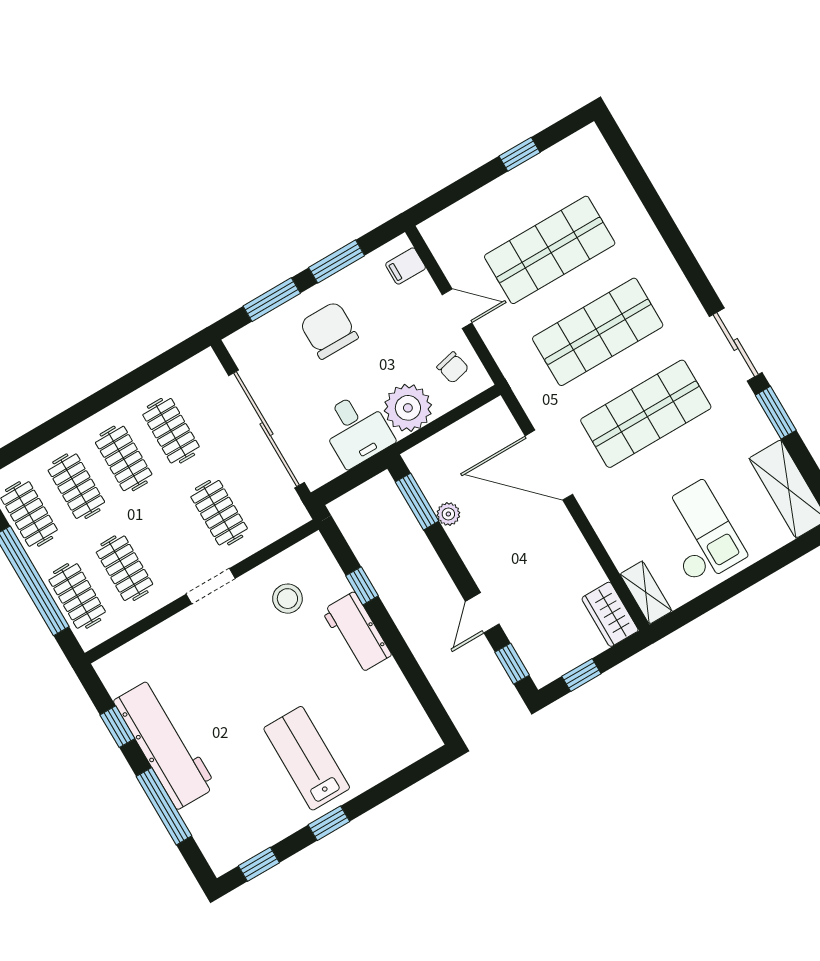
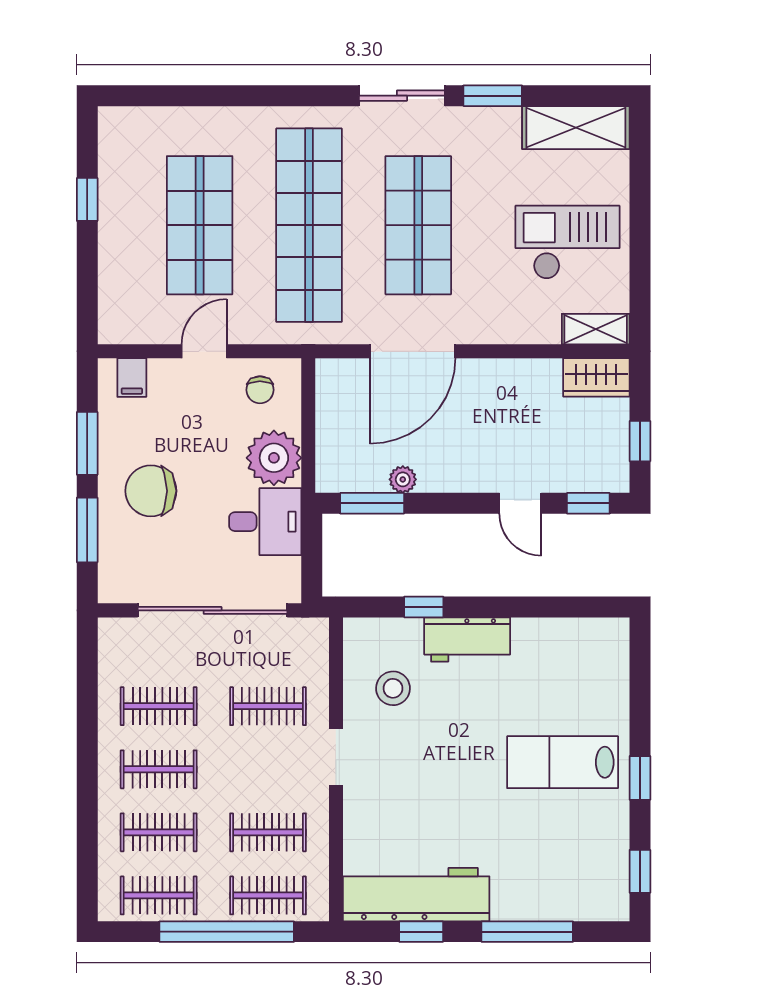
shop shelf: (598, 332) -> (309, 225), width x1.40
chair: (453, 368) -> (260, 390), turned 103
workbench: (165, 744) -> (416, 895), moved

